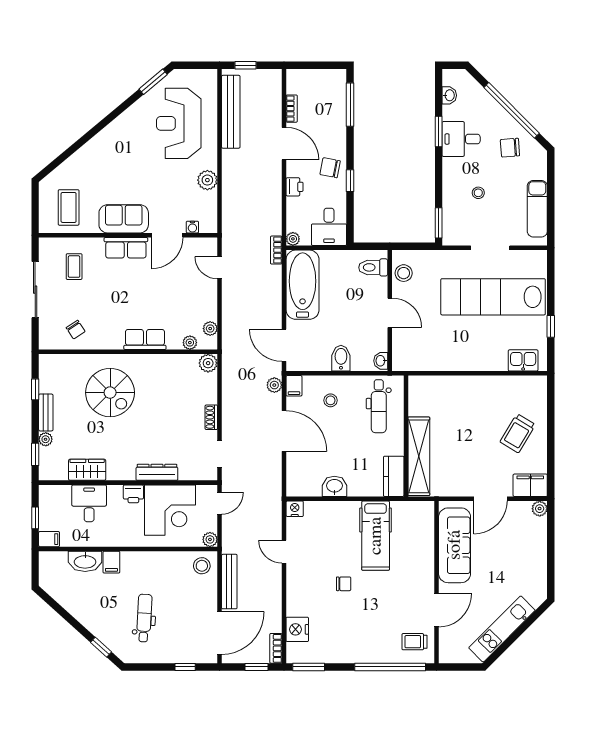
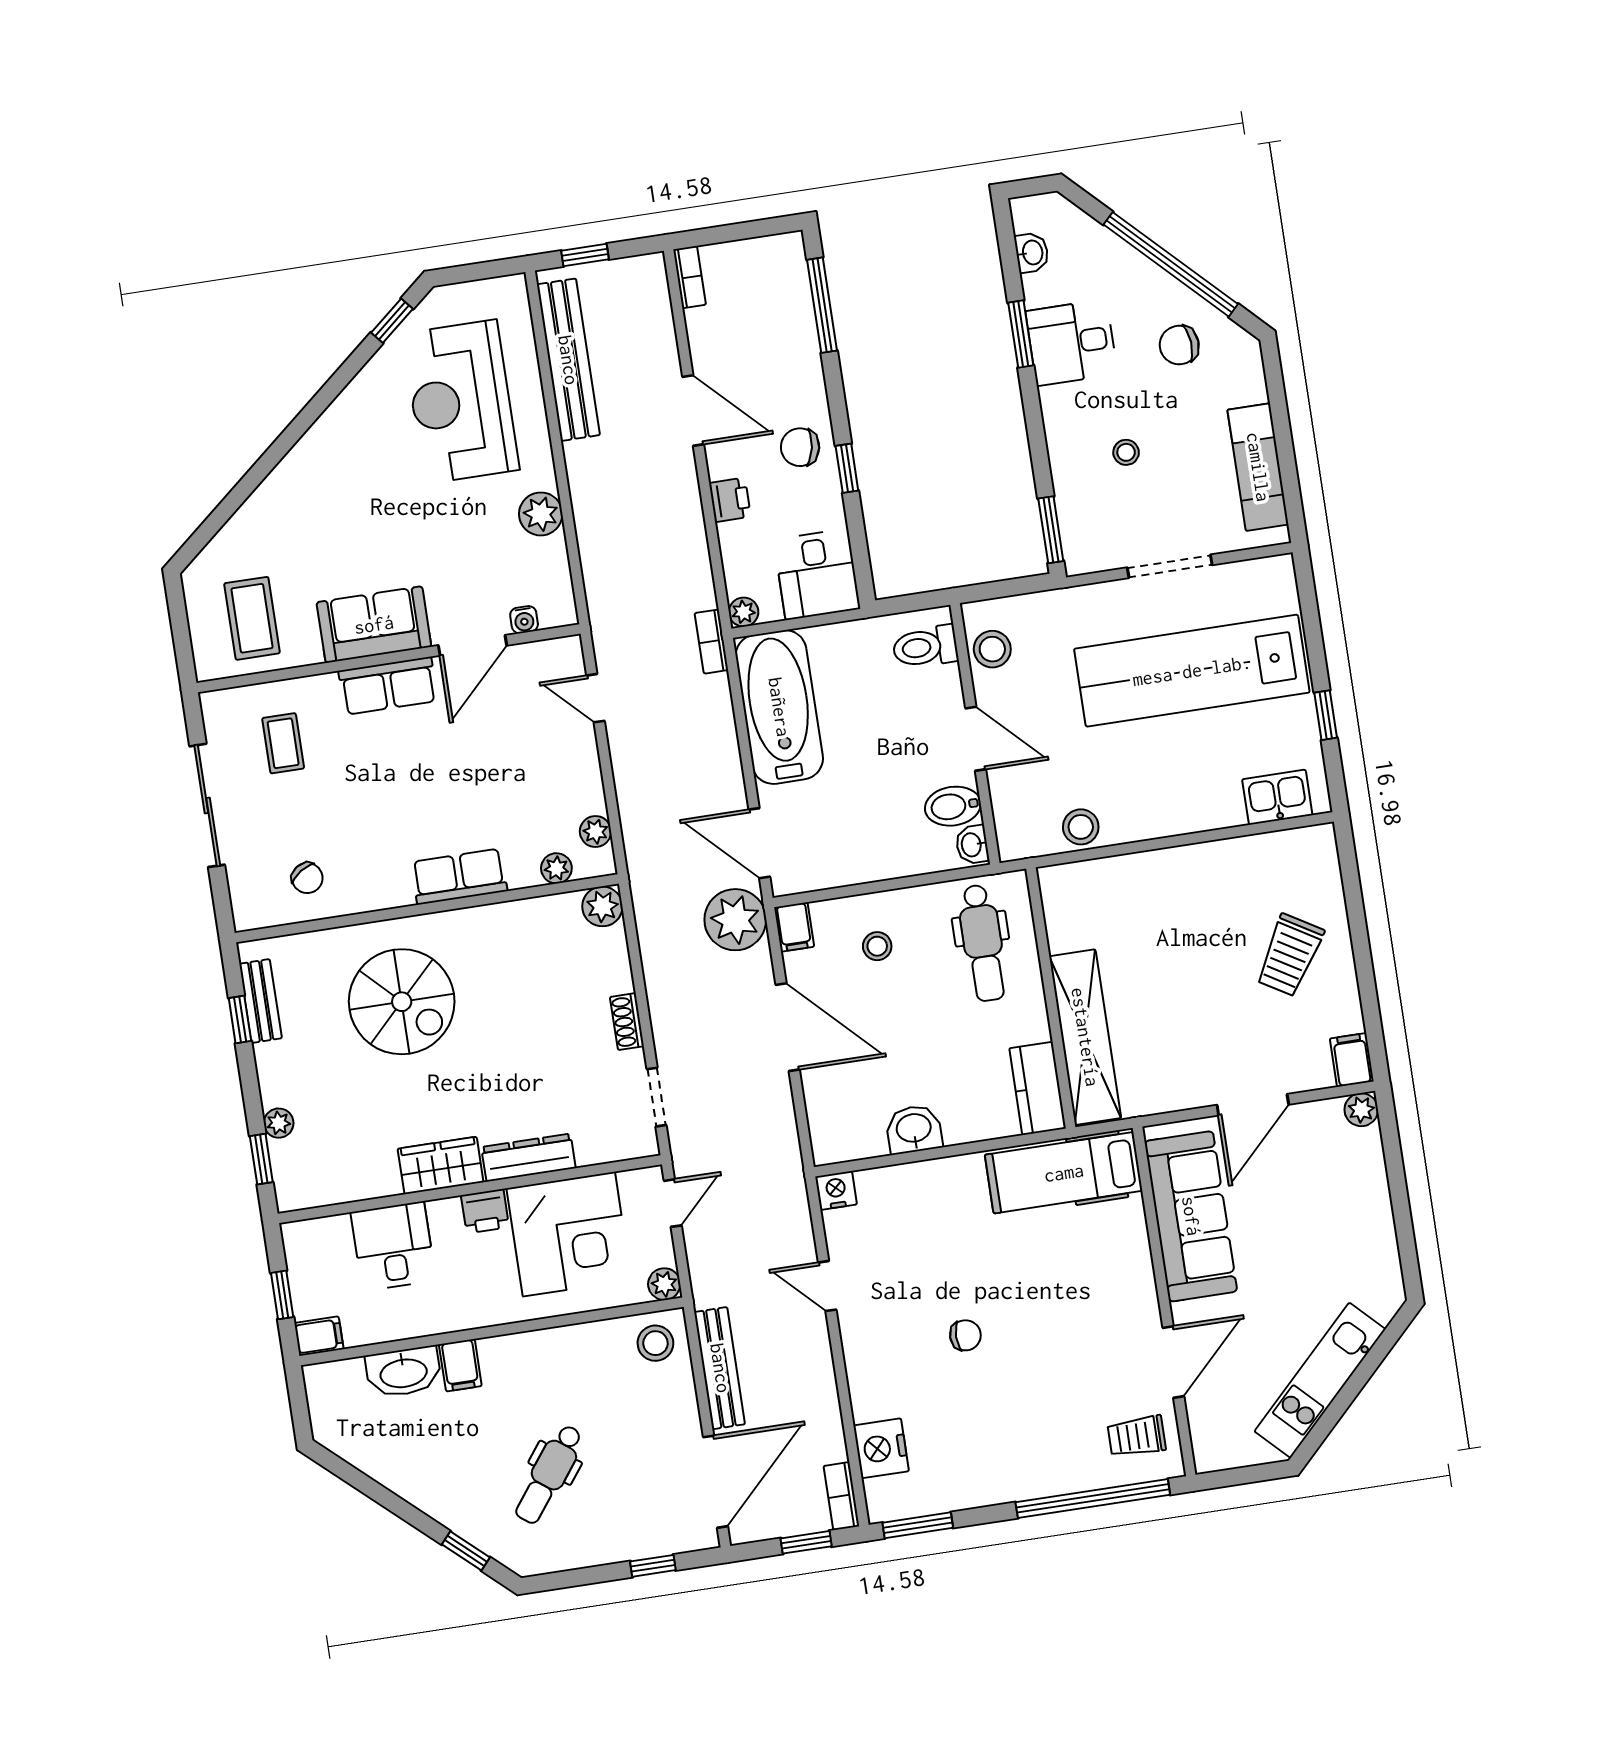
window: (153, 82) -> (392, 321), width x0.67
bookcase: (292, 109) -> (690, 277), moved
bidet: (341, 358) -> (953, 806), moved, turned -90
stool: (432, 360) -> (1081, 827), added
plant: (274, 385) -> (735, 920), width x1.88, depth x1.88
bench: (46, 412) -> (261, 1001), moved
wardrobe: (87, 470) -> (441, 1165), moved
filing cabinet: (530, 485) -> (1352, 1060), width x0.50
hospital bed: (376, 536) -> (1064, 1173), moved, turned 90
dental chair: (144, 618) -> (549, 1474), turned -146

